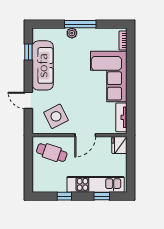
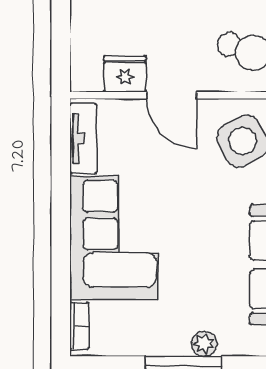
door: (85, 135) -> (172, 95), swing flipped
fridge: (119, 145) -> (125, 74), moved, turned -90

